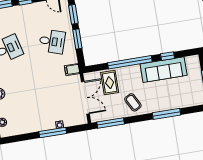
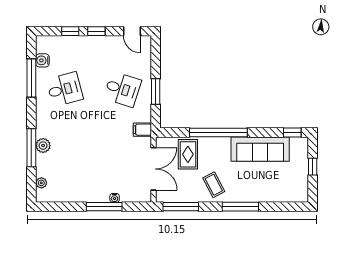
window: (73, 14) -> (156, 59), removed
window: (167, 56) -> (292, 132), moved
window: (166, 114) -> (240, 207), moved

